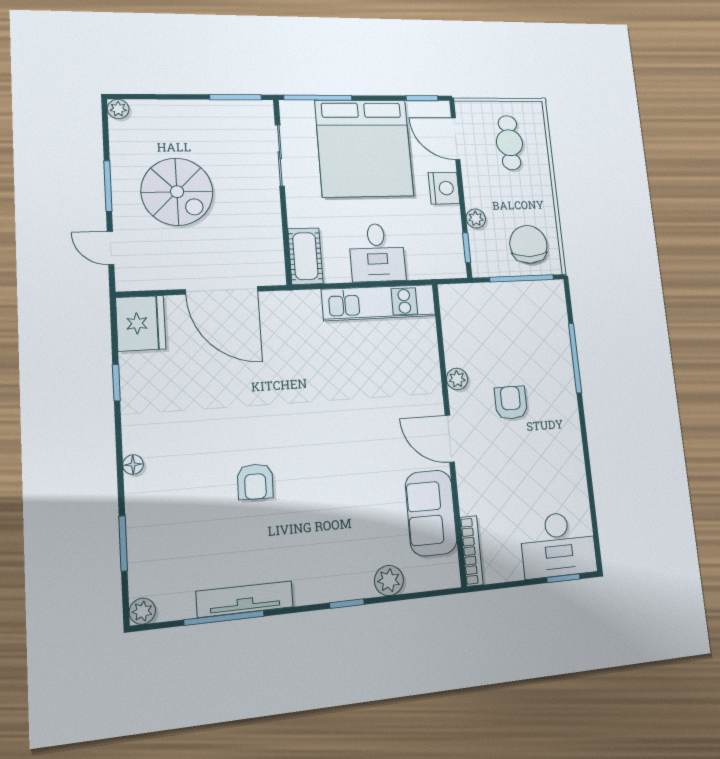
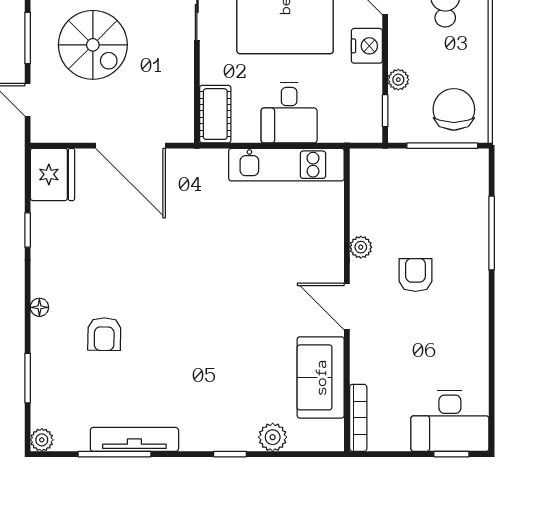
armchair: (255, 482) -> (104, 334), moved

